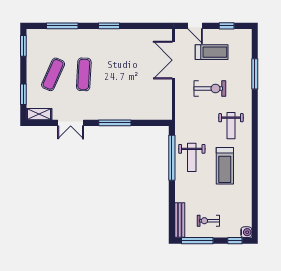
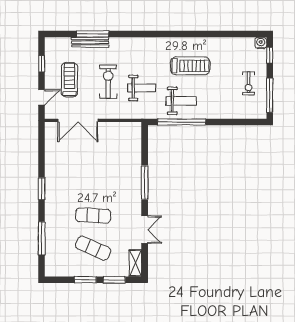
window: (23, 46) -> (85, 280), moved
weight bench: (231, 126) -> (142, 88), moved
bench: (180, 220) -> (90, 42), moved

